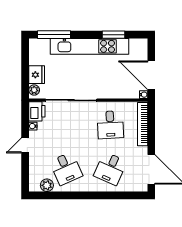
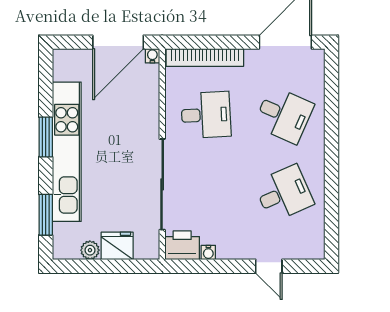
window: (54, 35) -> (46, 215), width x0.69
window: (114, 35) -> (46, 137), moved
plant: (34, 90) -> (90, 250), moved
door: (25, 145) -> (269, 266), moved
plant: (47, 185) -> (313, 228), removed

